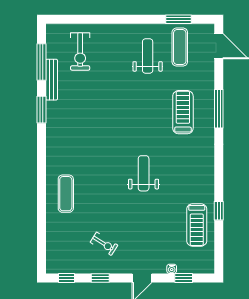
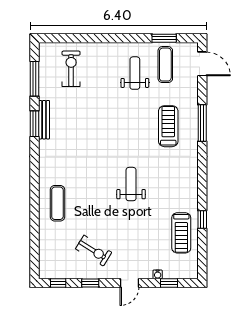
exercise bike: (80, 51) -> (71, 69), turned 180
bench: (52, 80) -> (44, 120), moved
exercise bike: (104, 244) -> (94, 251), width x1.38, depth x1.39

